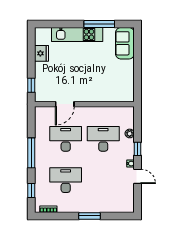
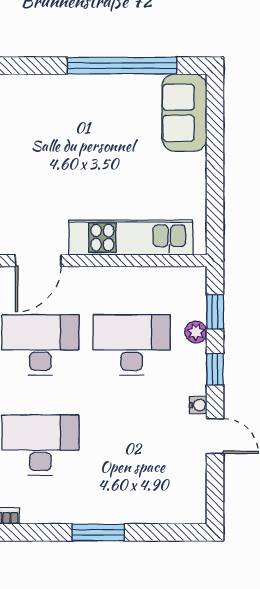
window: (99, 24) -> (122, 66), width x1.46
kitchen unit: (77, 34) -> (131, 238), moved, turned 180
window: (138, 125) -> (215, 312), added

